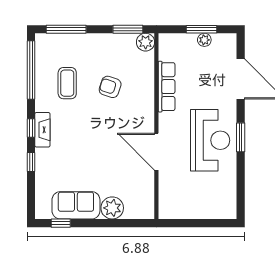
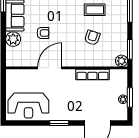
reception desk: (210, 140) -> (28, 105), moved
armchair: (103, 162) -> (43, 33), added

